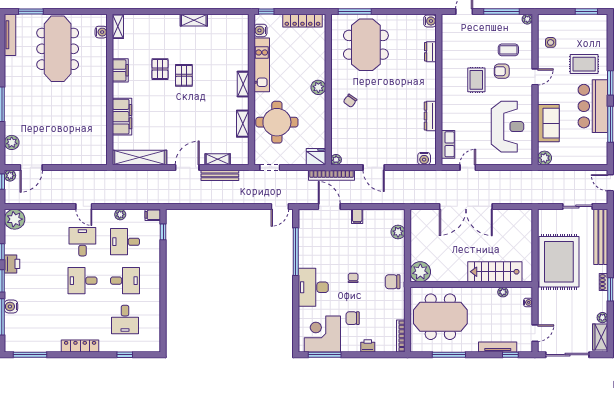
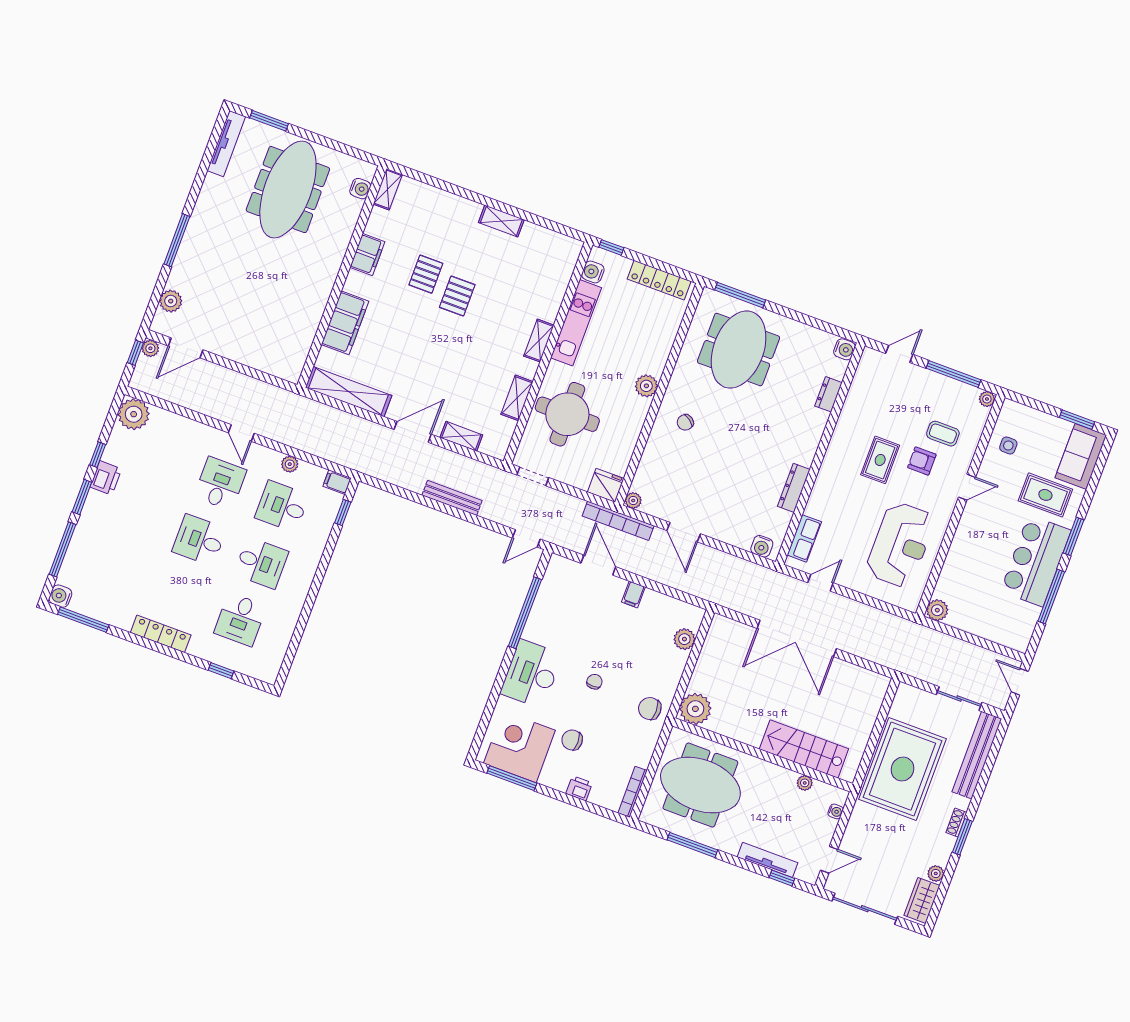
sofa: (548, 123) -> (1081, 456), moved, turned 180
bench: (220, 175) -> (452, 498), moved
water cooler: (11, 307) -> (60, 596), moved

